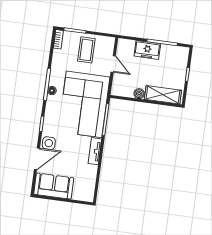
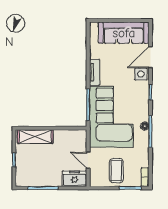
freezer: (147, 50) -> (75, 179), moved
boiler: (139, 94) -> (59, 135), removed
sofa: (54, 186) -> (124, 33), width x1.36

